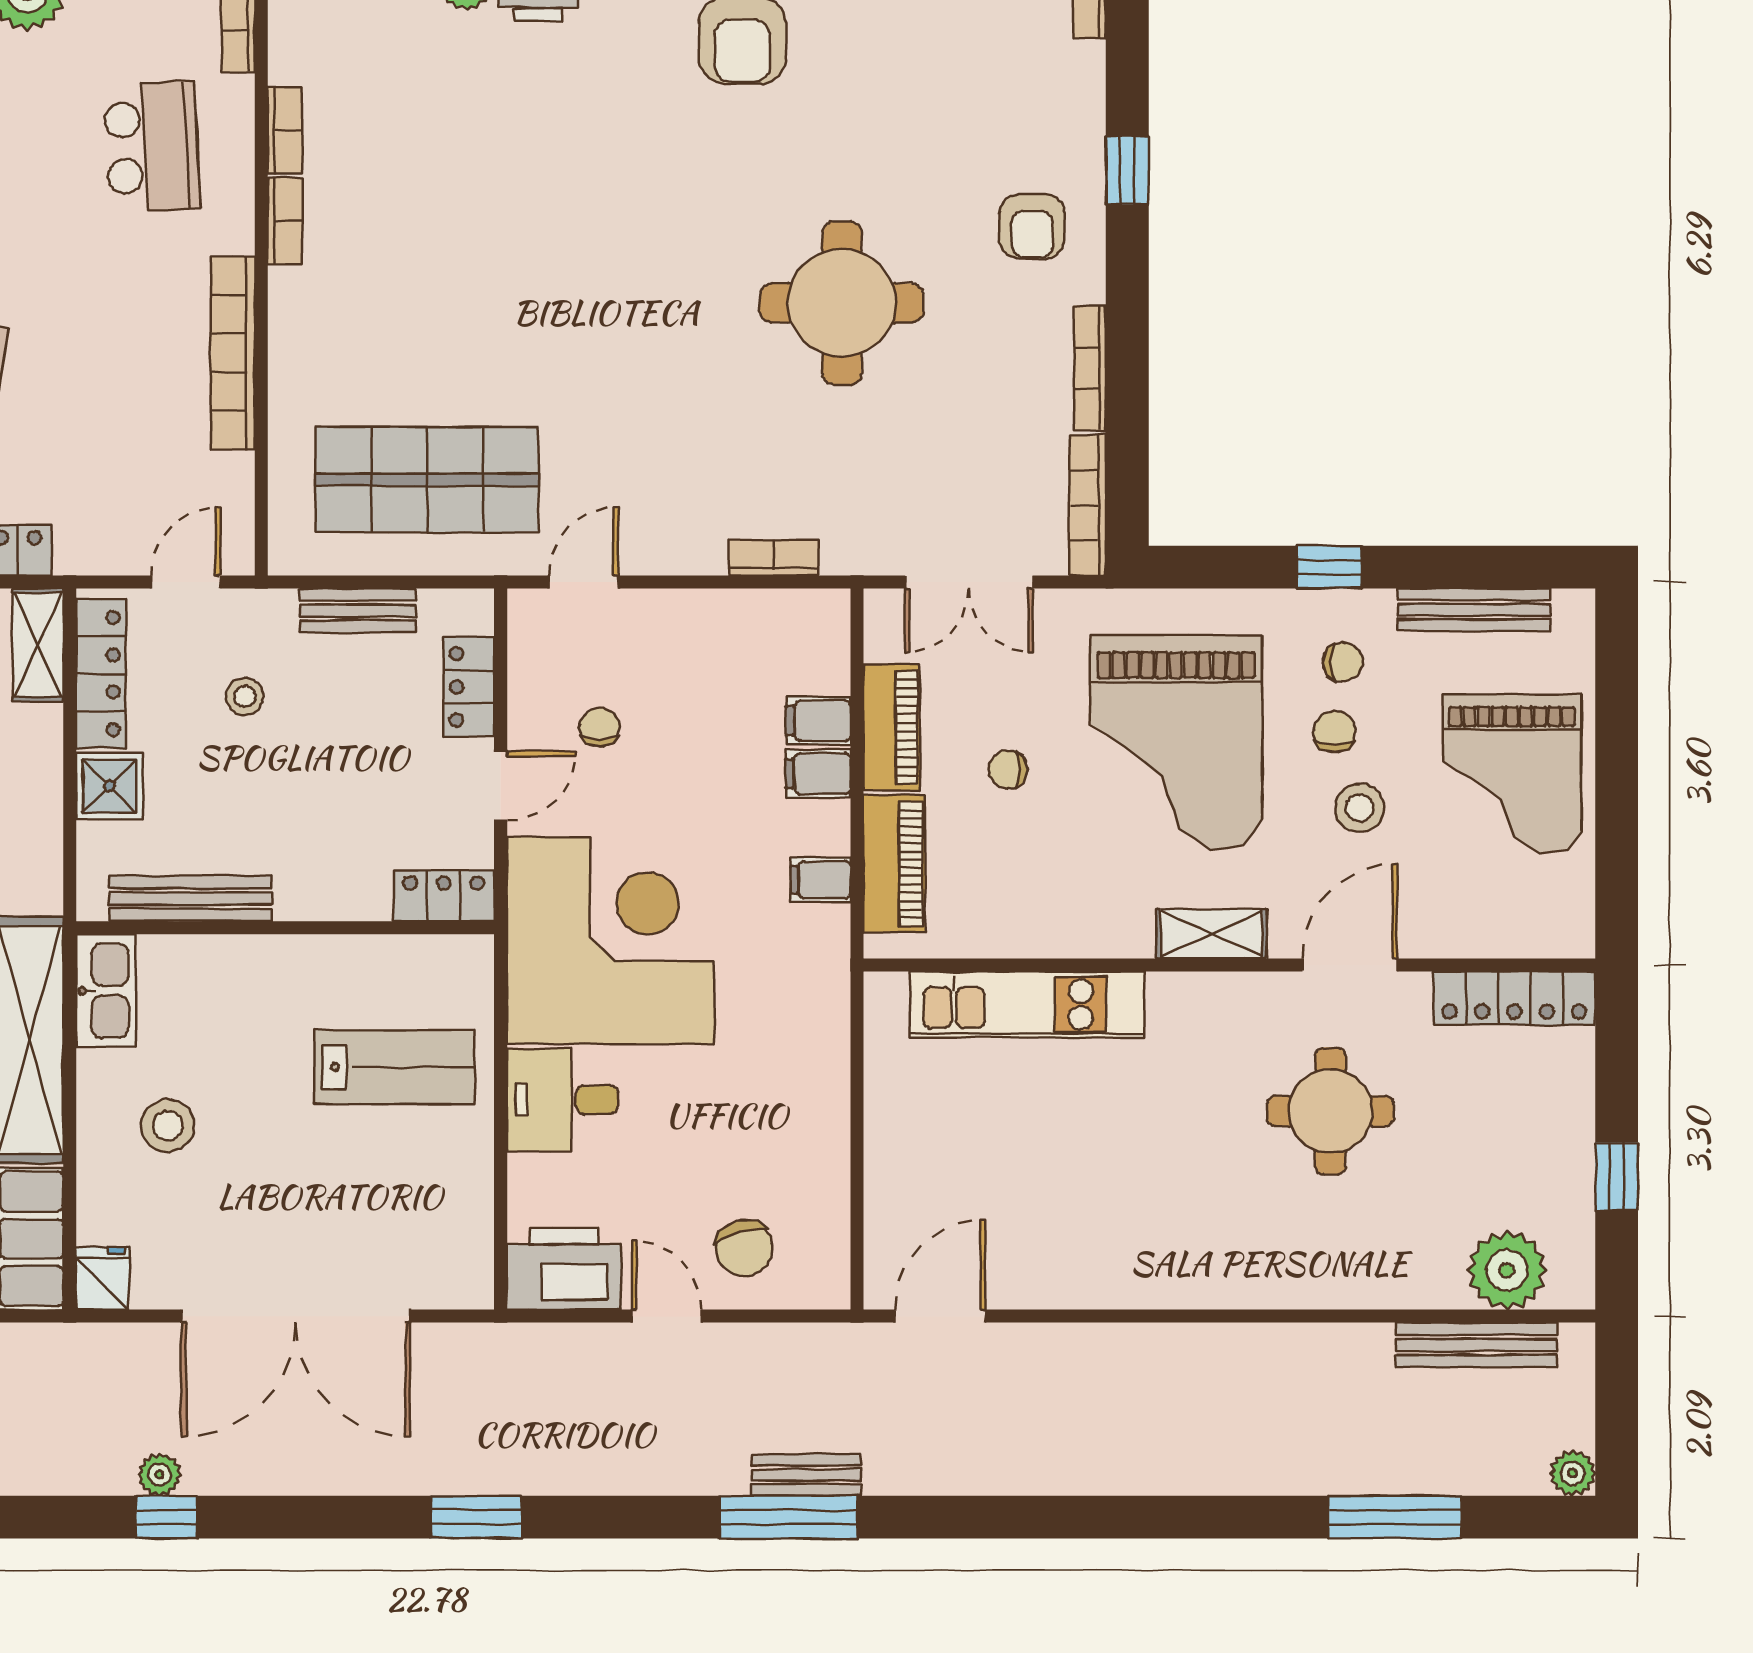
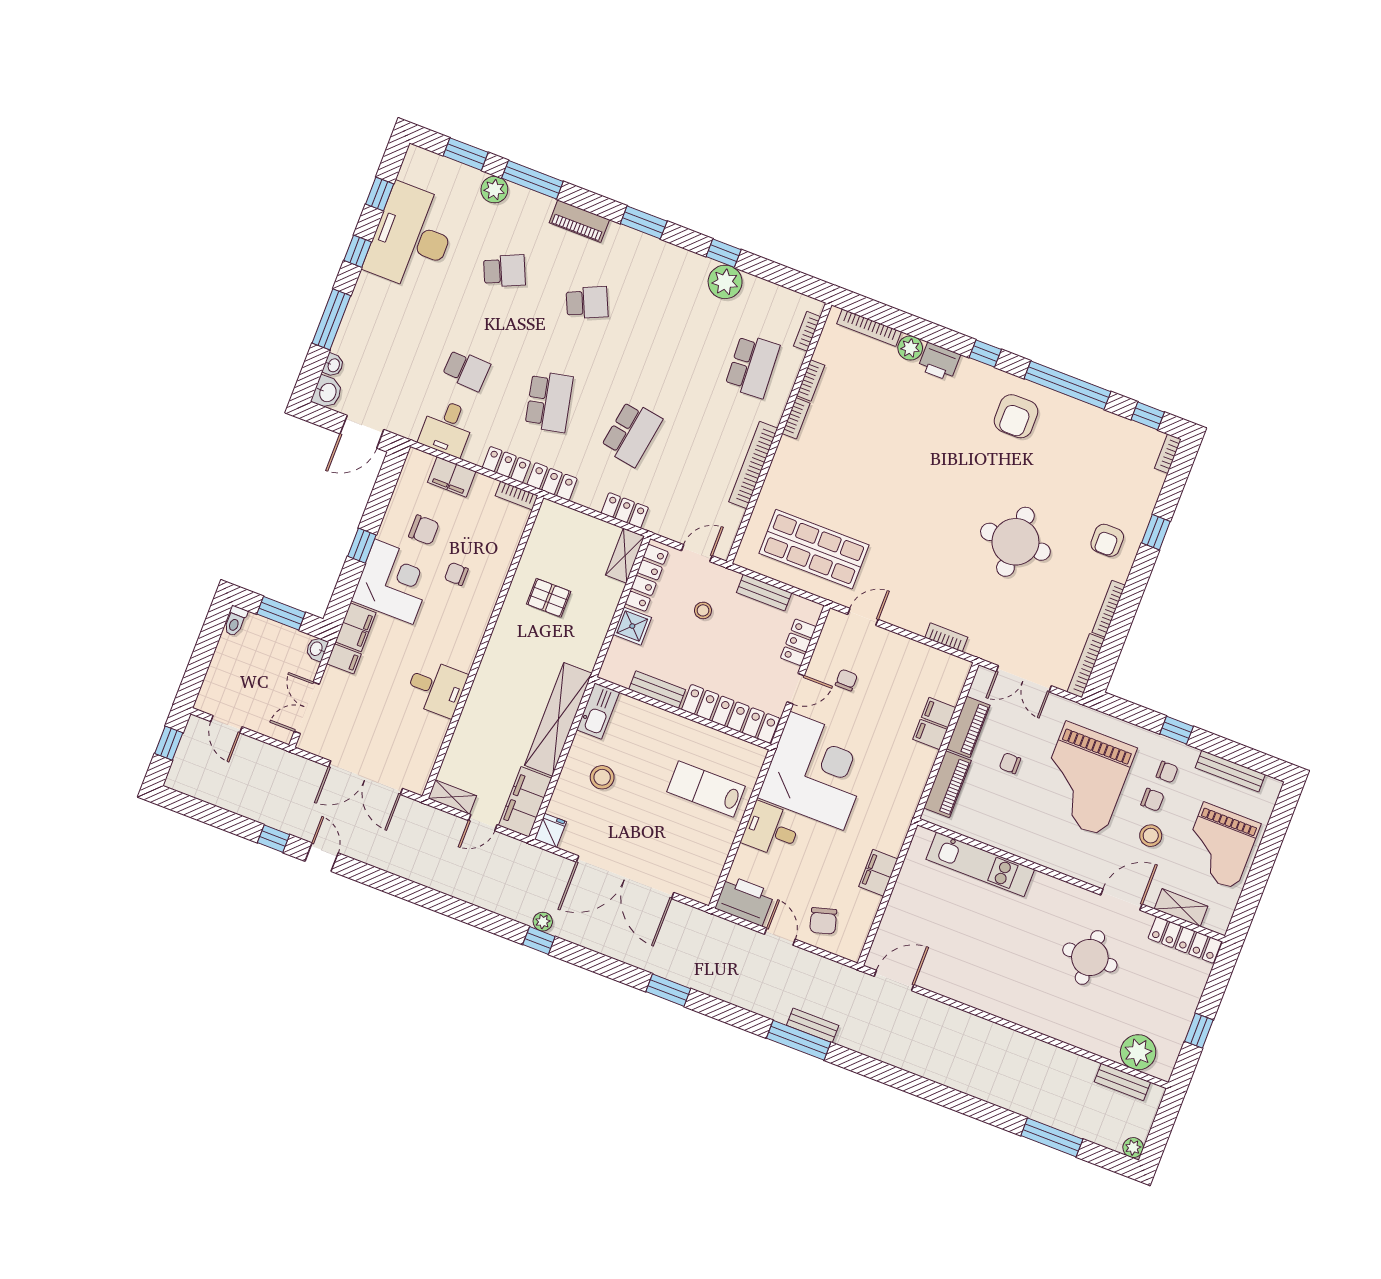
chair: (1335, 732) -> (1152, 800), turned 90
filing cabinet: (821, 880) -> (878, 873), moved, width x2.00
locker: (444, 896) -> (731, 714), width x2.16, depth x1.21
bench: (191, 899) -> (657, 690), width x0.73
shelving: (1212, 934) -> (1181, 908), moved
lab bench: (394, 1067) -> (706, 789), turned 180
bench: (1476, 1345) -> (1122, 1082), width x0.73

